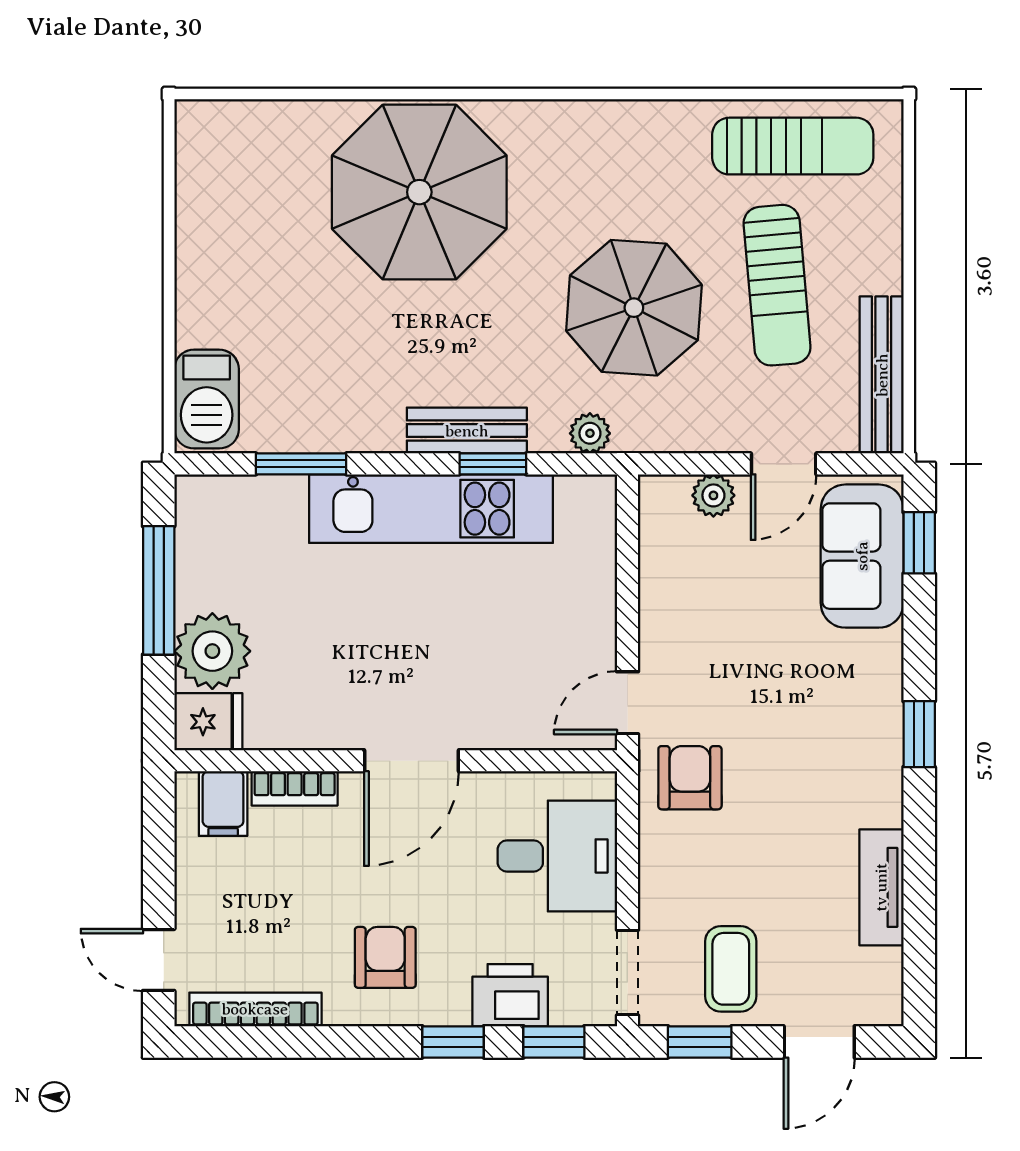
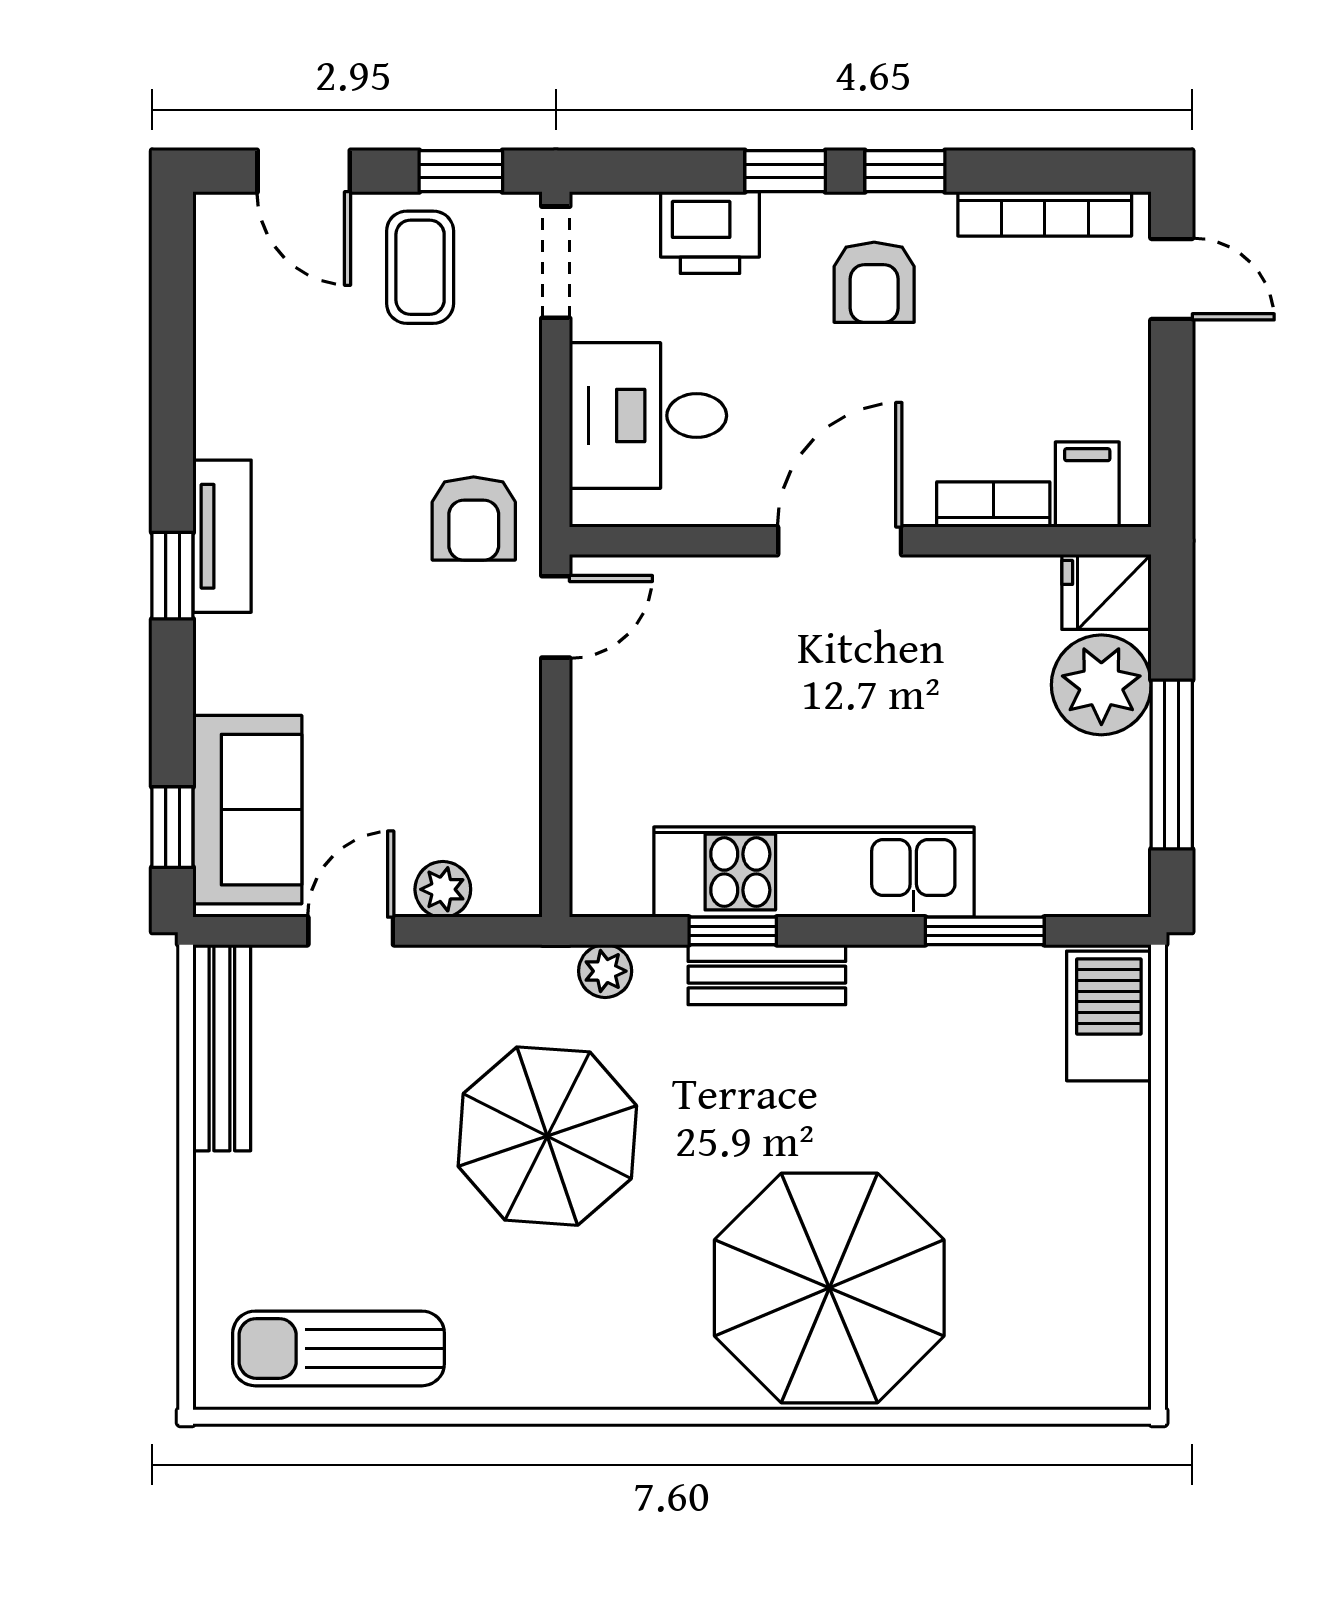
sun lounger: (777, 285) -> (359, 1166), removed
tv unit: (881, 887) -> (222, 536), moved
window: (554, 1042) -> (905, 171), moved
door: (819, 1042) -> (304, 171), swing flipped

